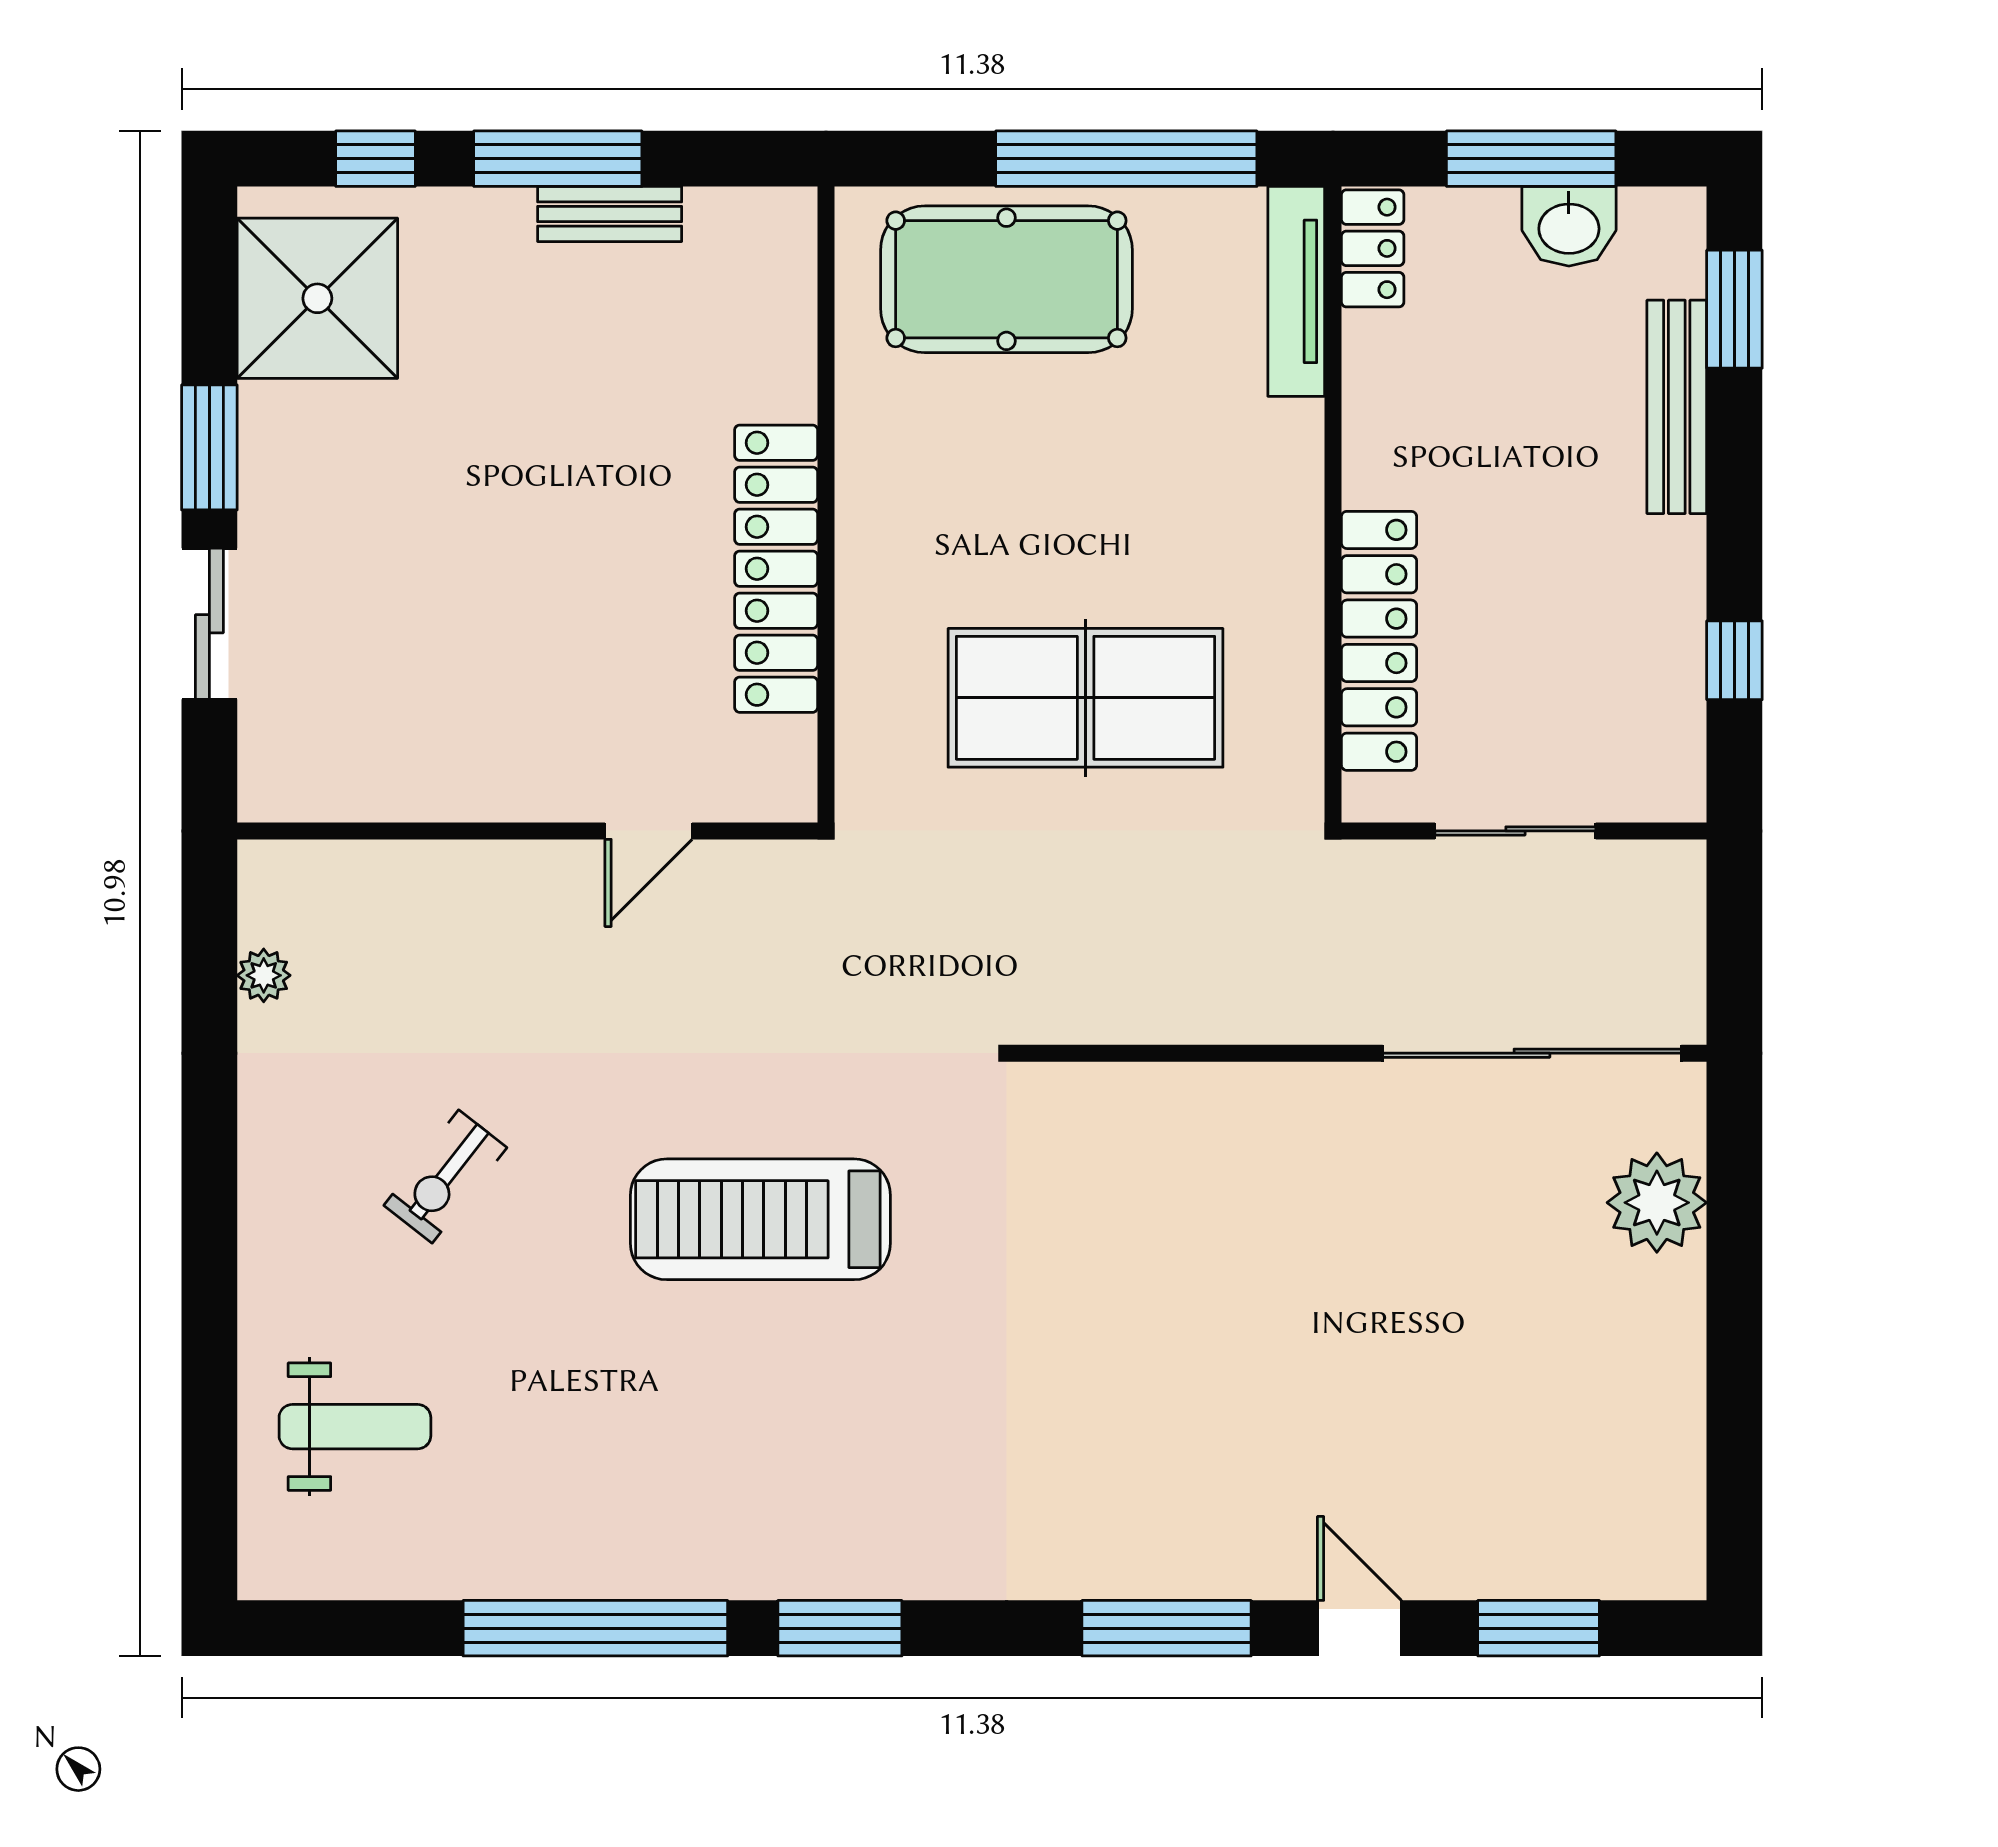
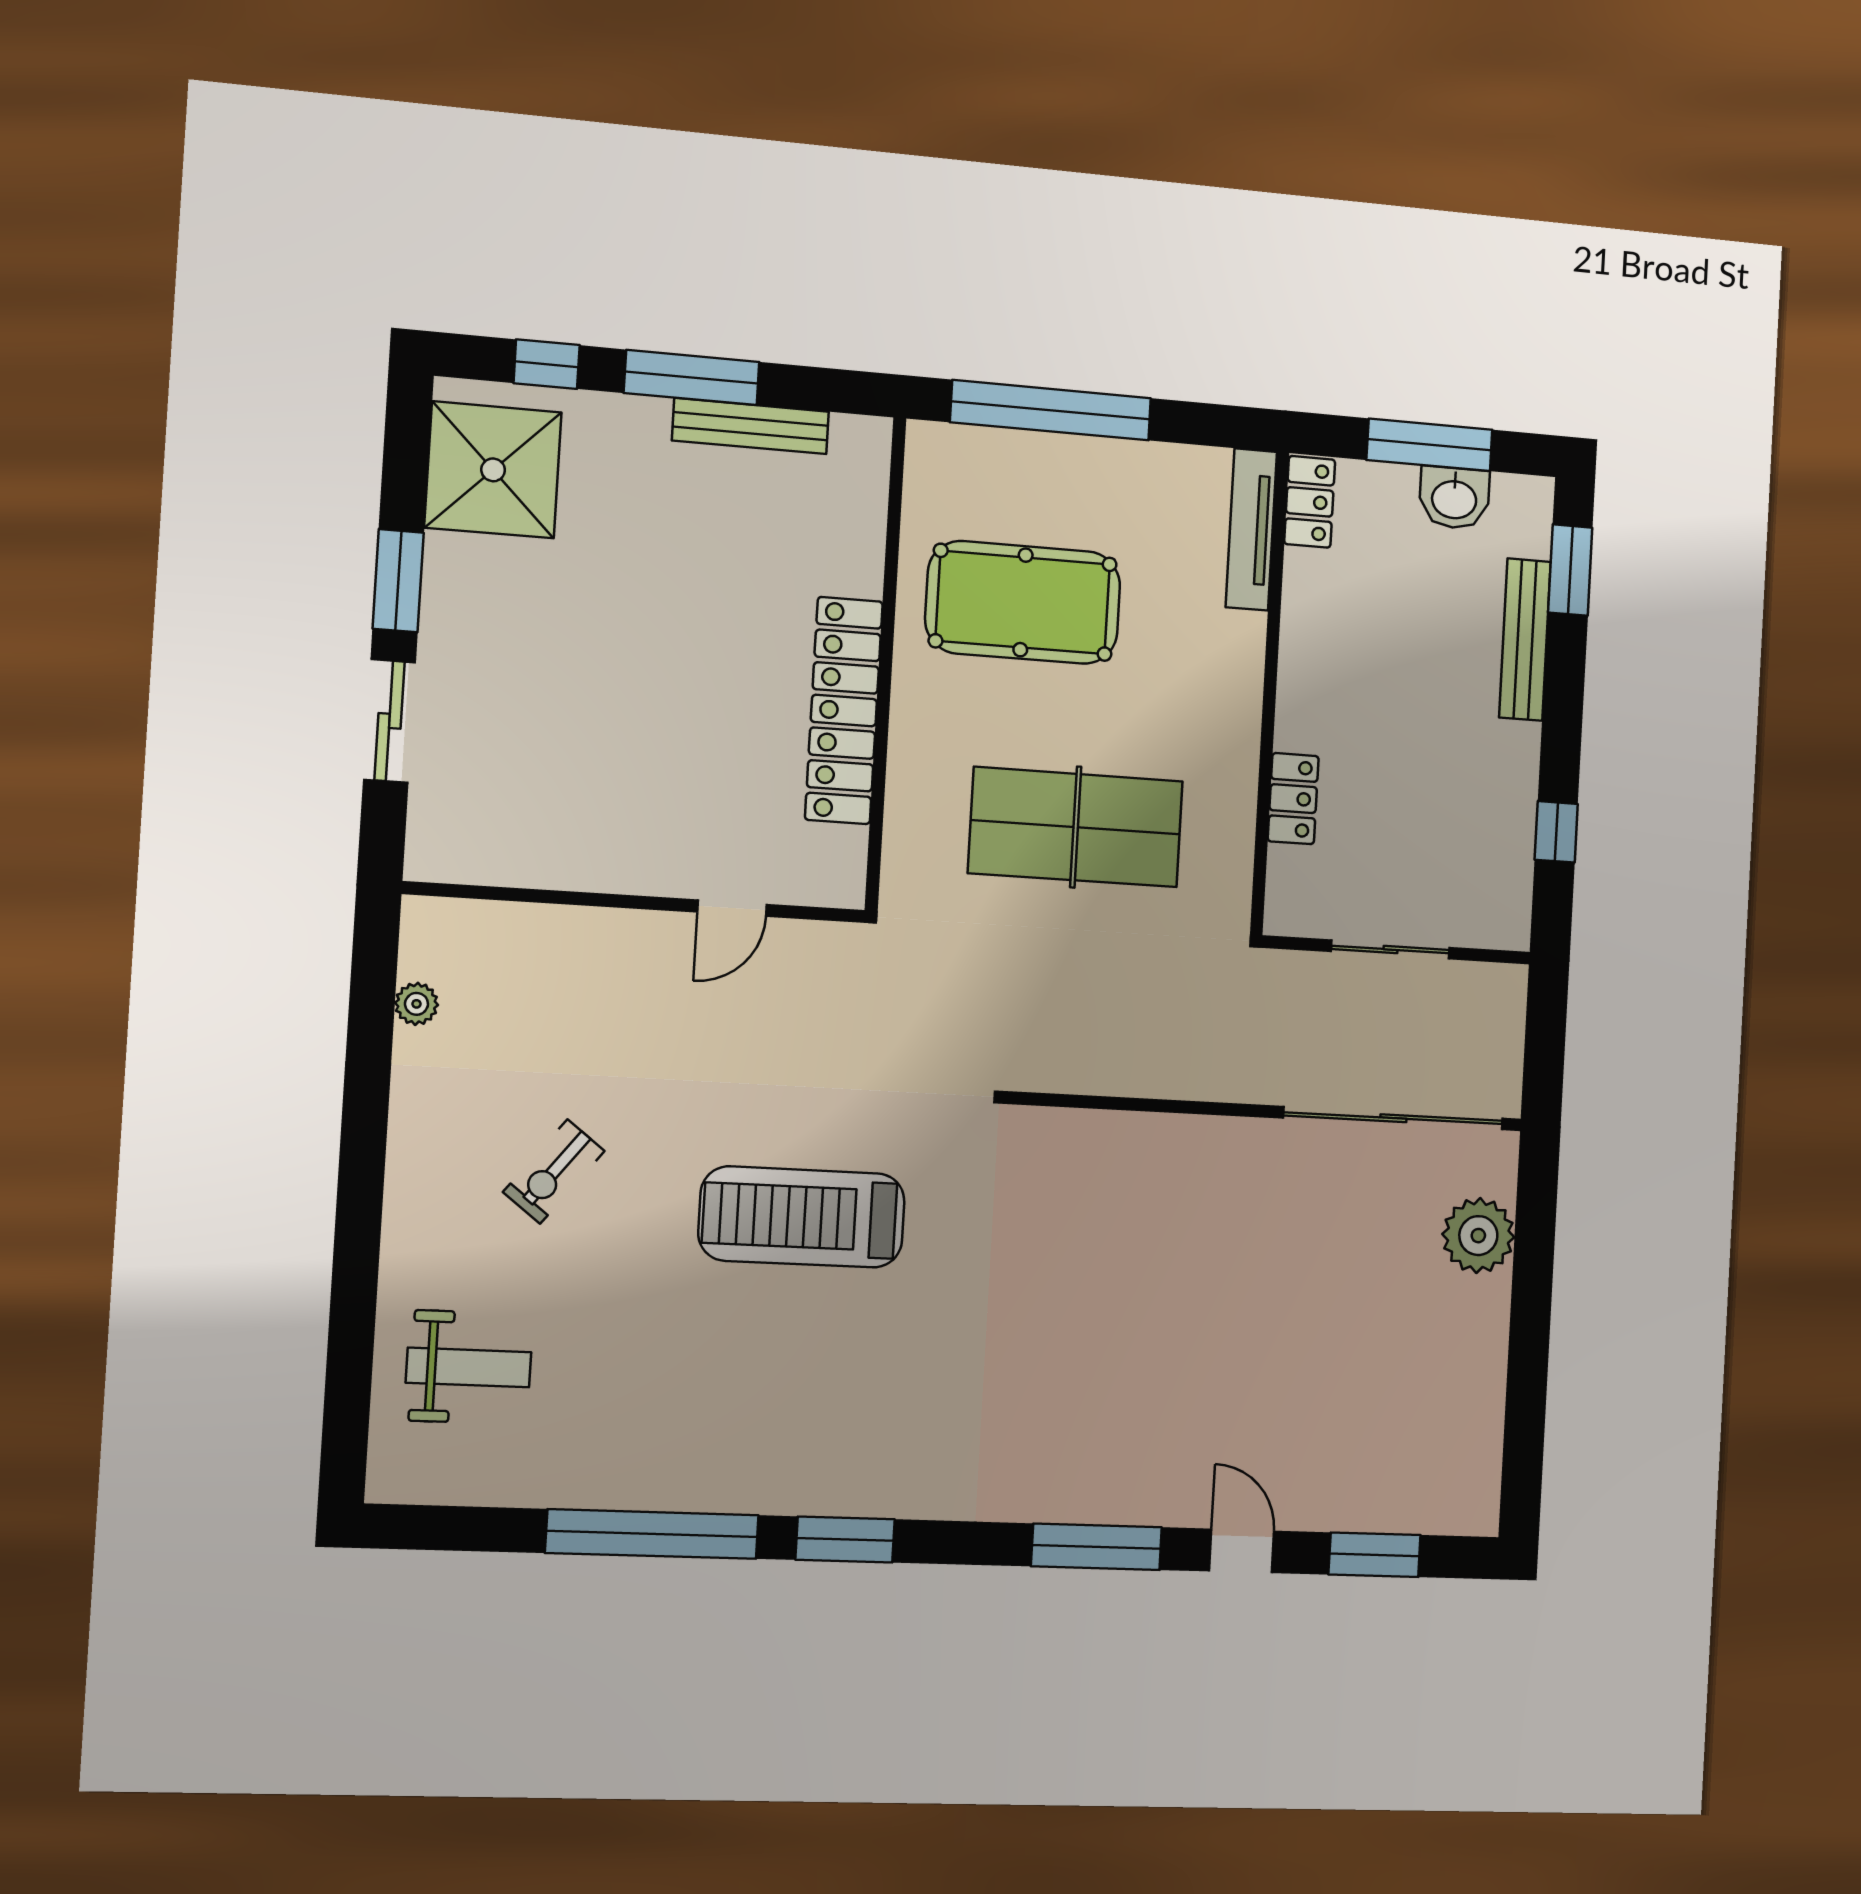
window: (1126, 159) -> (1051, 410), moved
bench: (610, 214) -> (751, 426), width x1.36
pool table: (1006, 279) -> (1023, 602), moved
locker: (1379, 641) -> (1293, 799), width x0.46, depth x0.83

